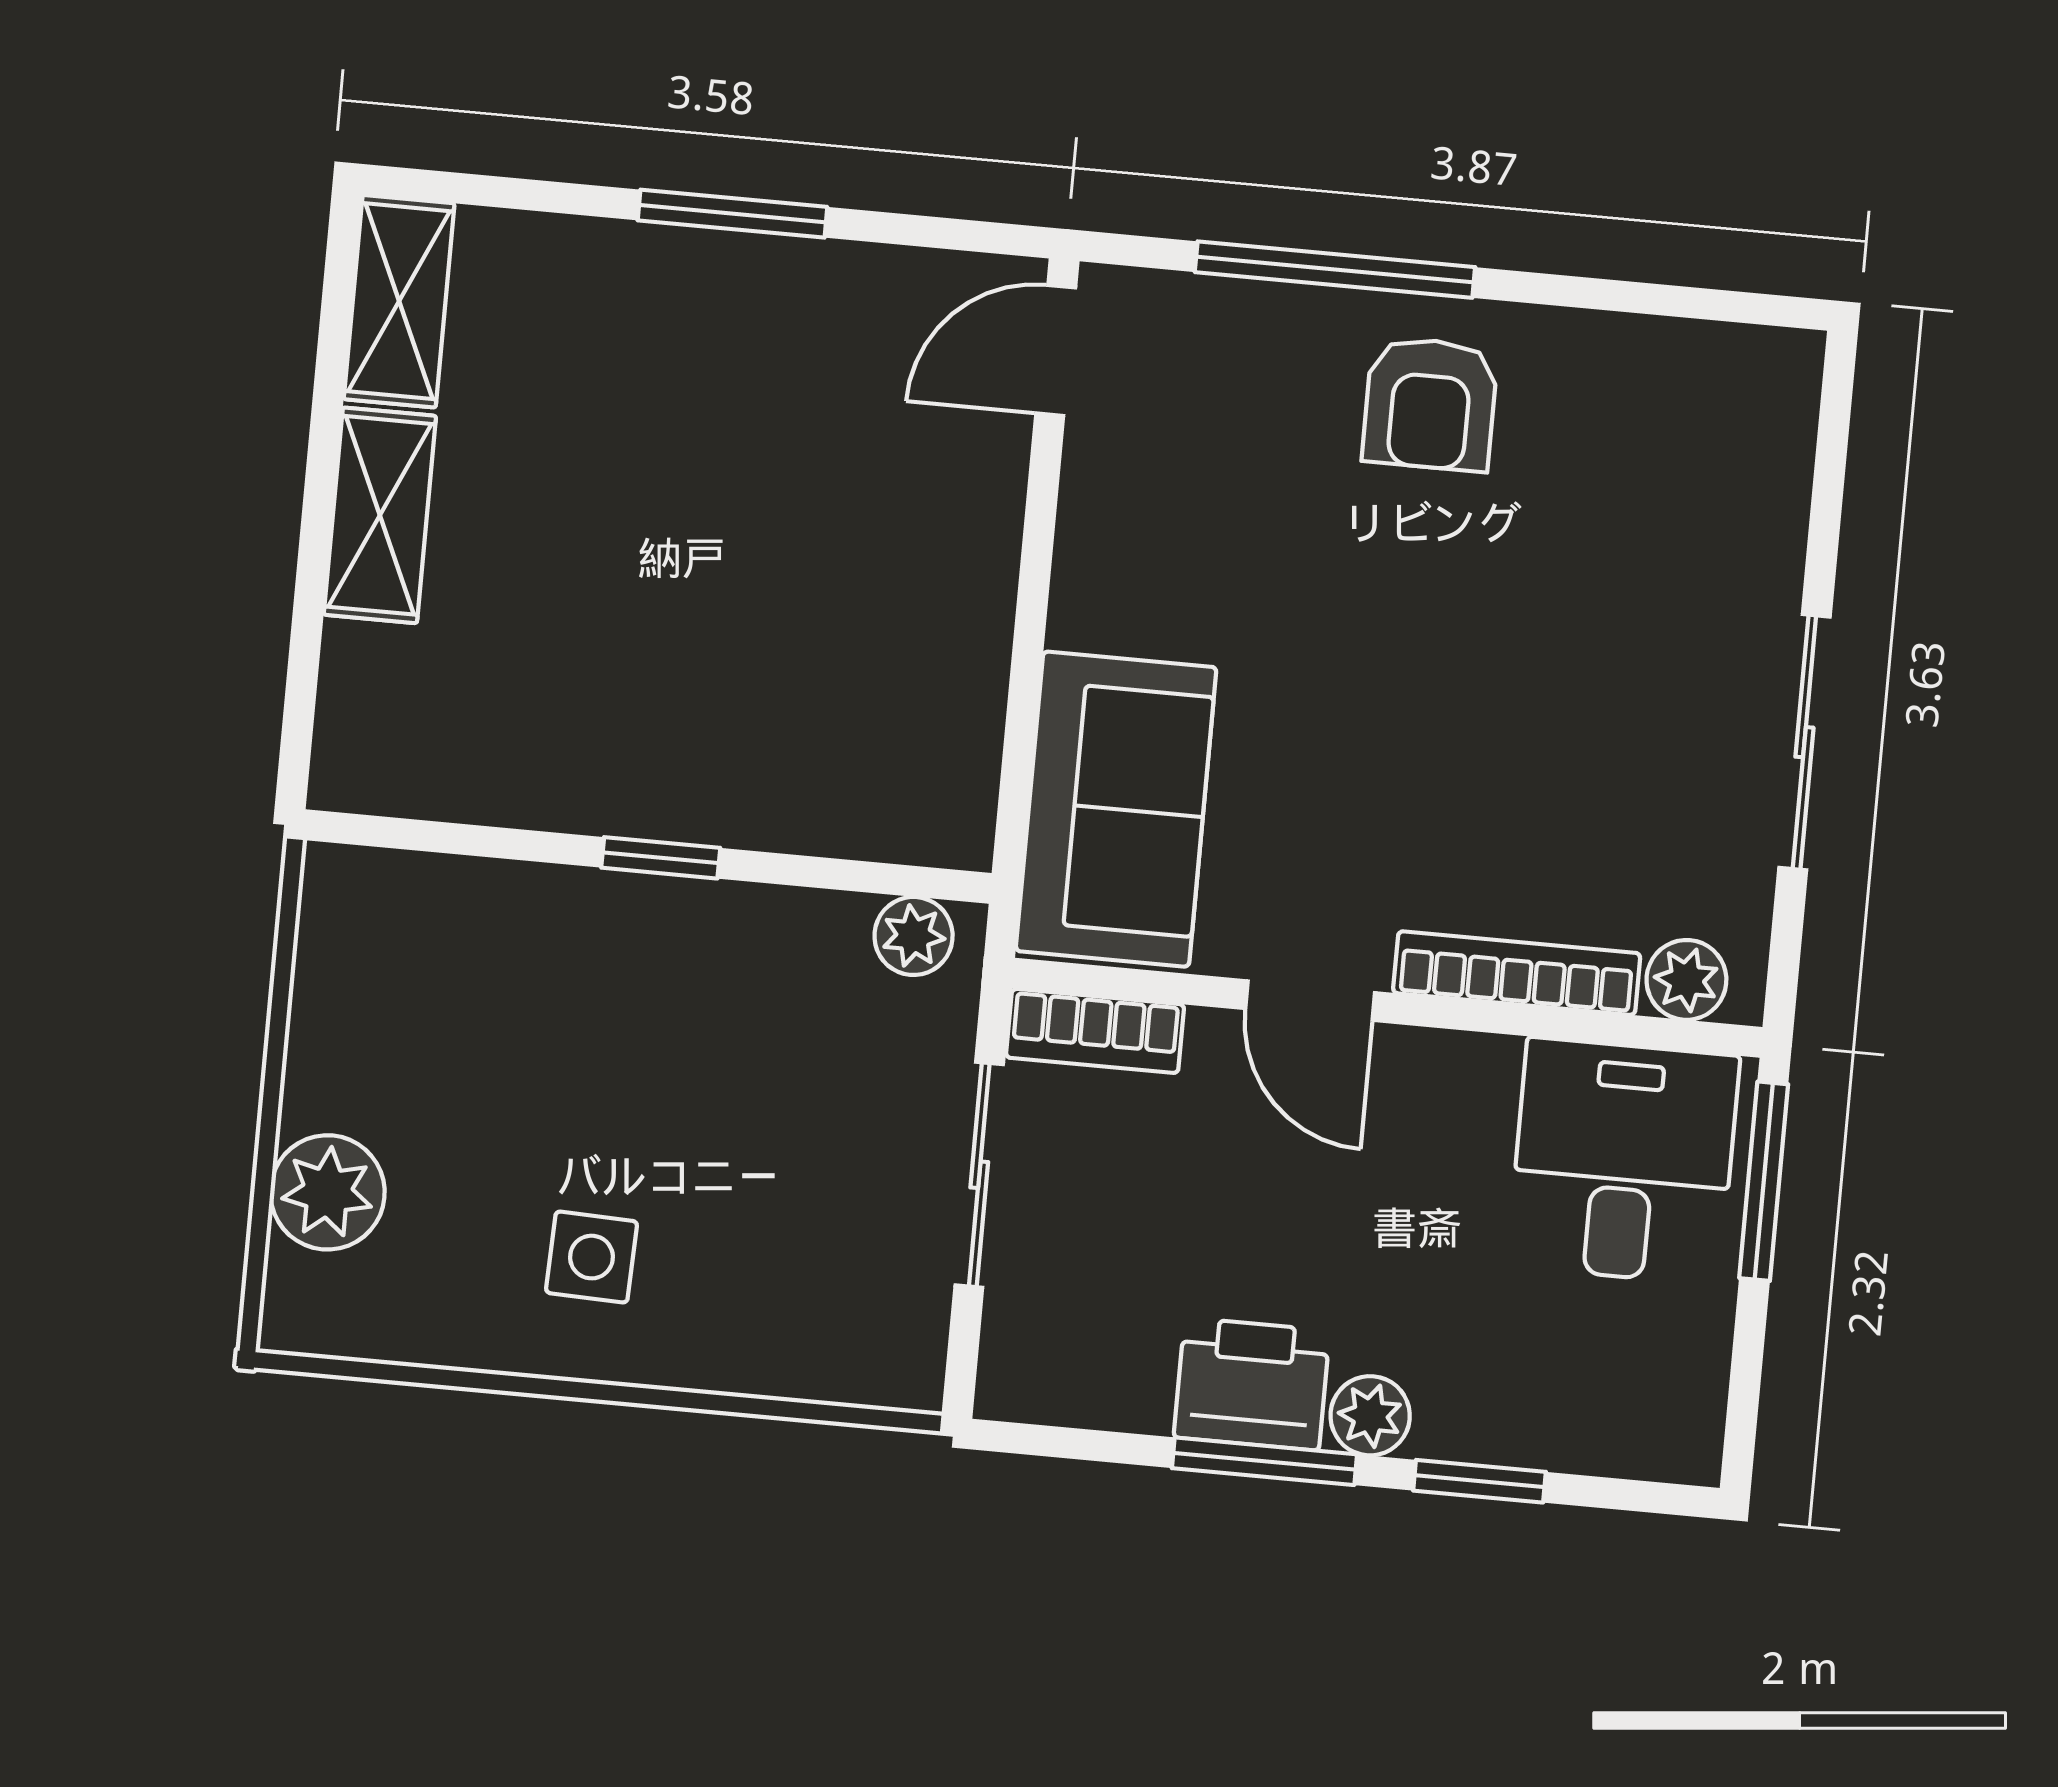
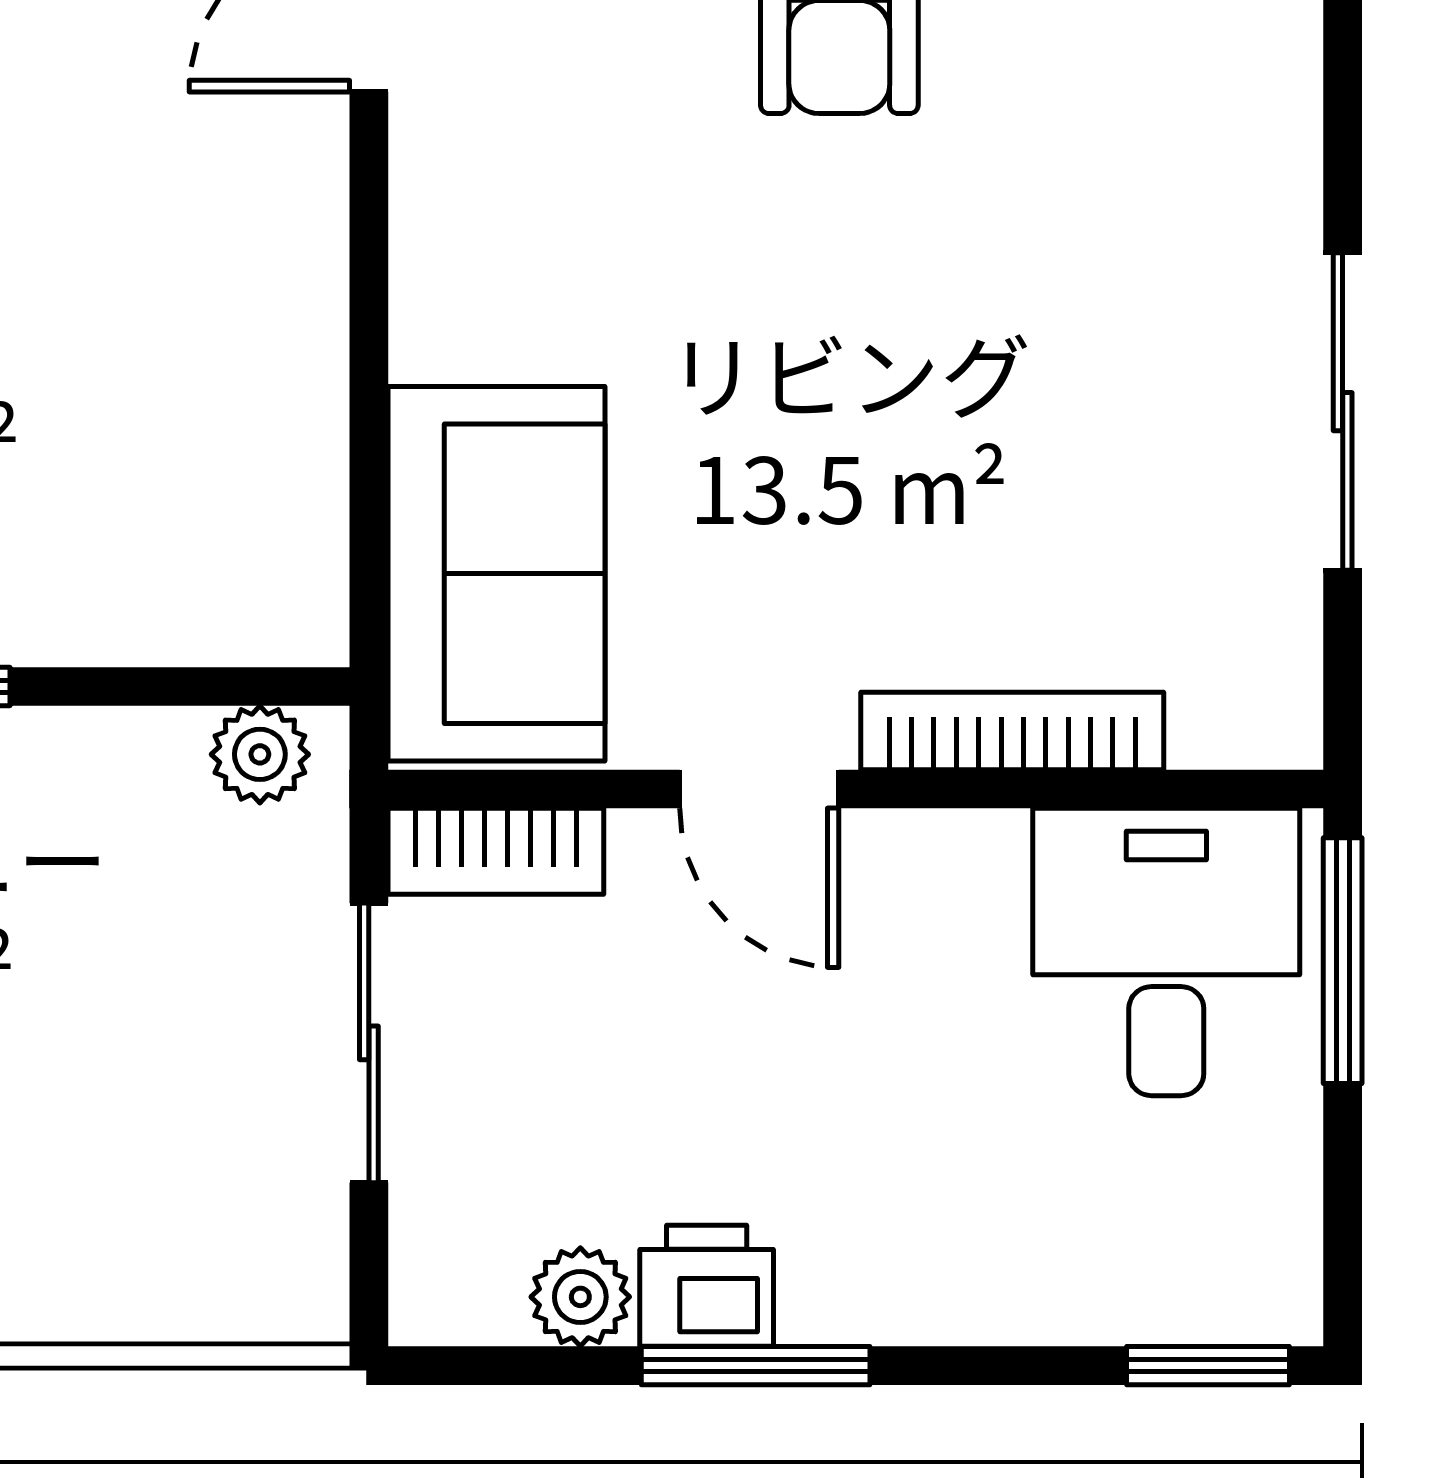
plant: (1686, 980) -> (1224, 720), removed
printer: (1252, 1384) -> (707, 1286), width x0.73, depth x0.81
plant: (1370, 1416) -> (580, 1297), moved
window: (1480, 1481) -> (1208, 1366), moved

